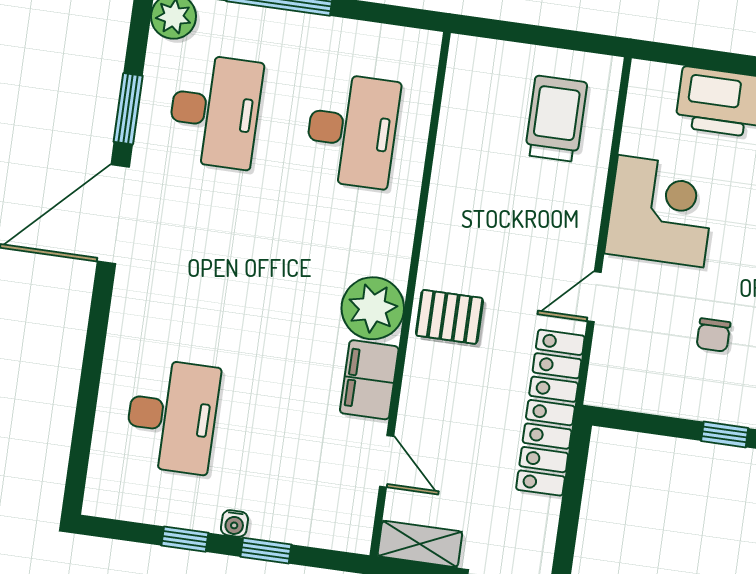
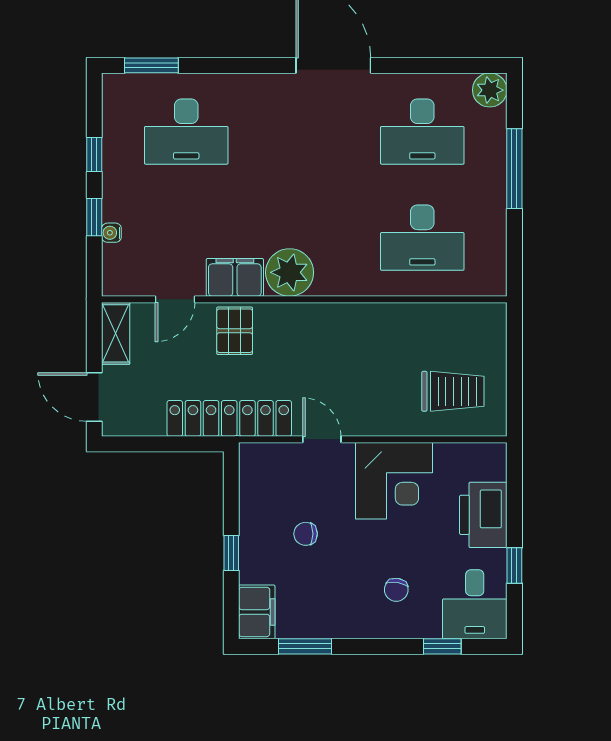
window: (128, 109) -> (151, 65), moved
pallet: (449, 317) -> (235, 331), moved
water cooler: (234, 523) -> (111, 233), moved

